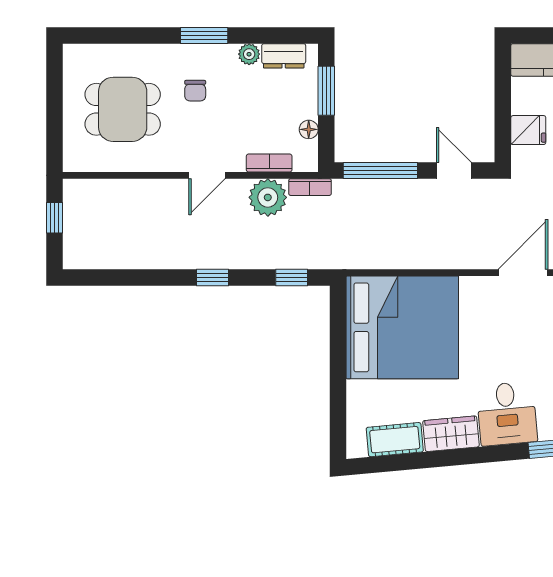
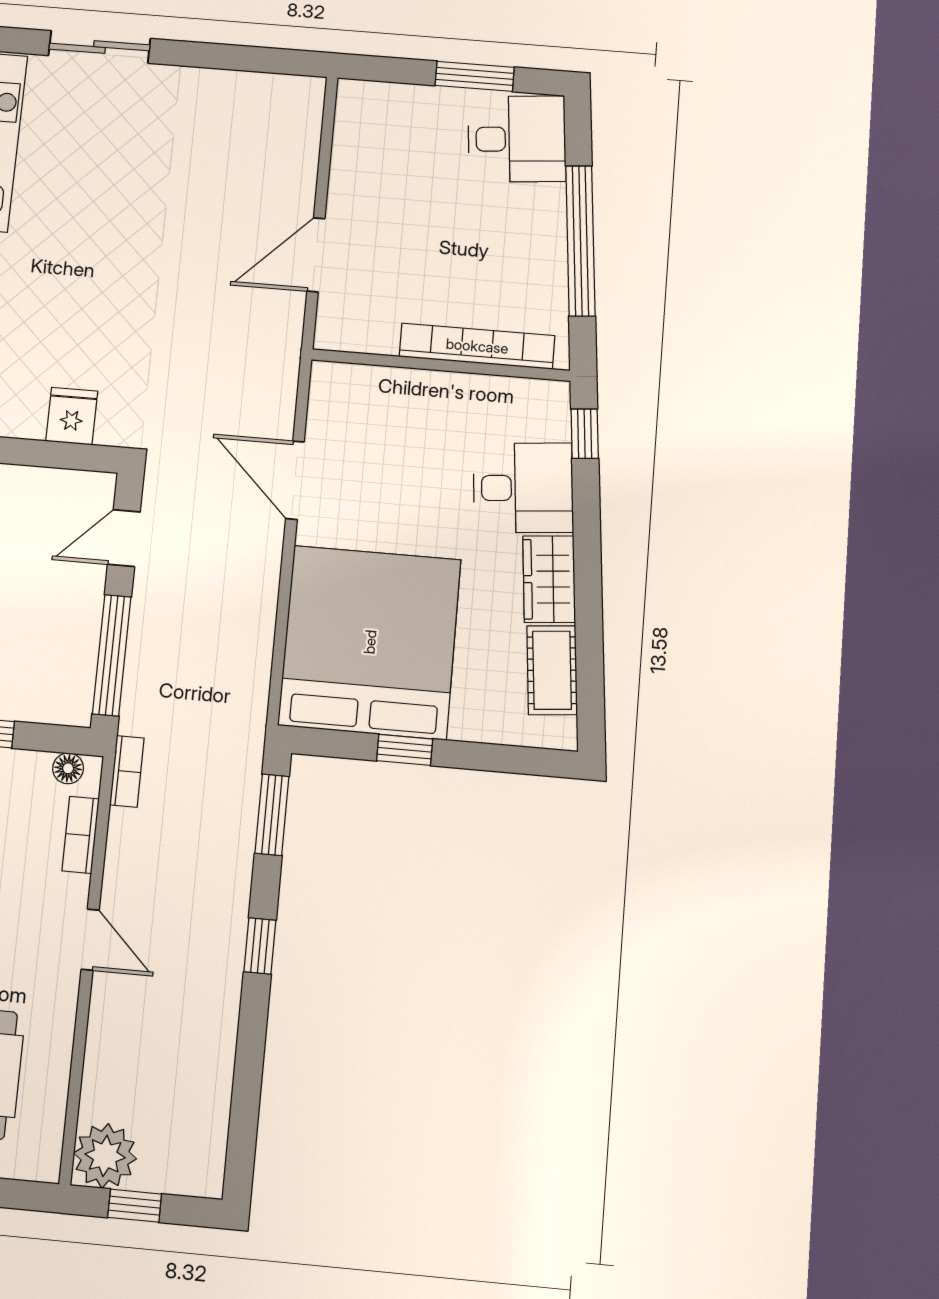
floor lamp: (309, 129) -> (68, 768), moved
plant: (268, 197) -> (105, 1156), moved
door: (523, 273) -> (295, 480), moved
window: (292, 277) -> (272, 815), width x1.50
window: (338, 354) -> (405, 750), added

